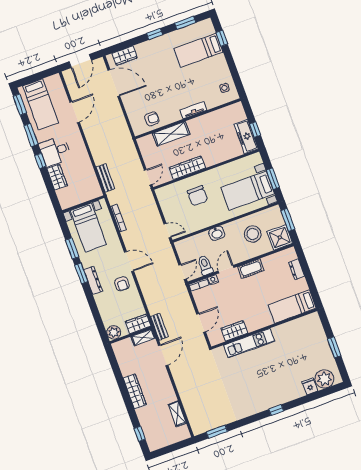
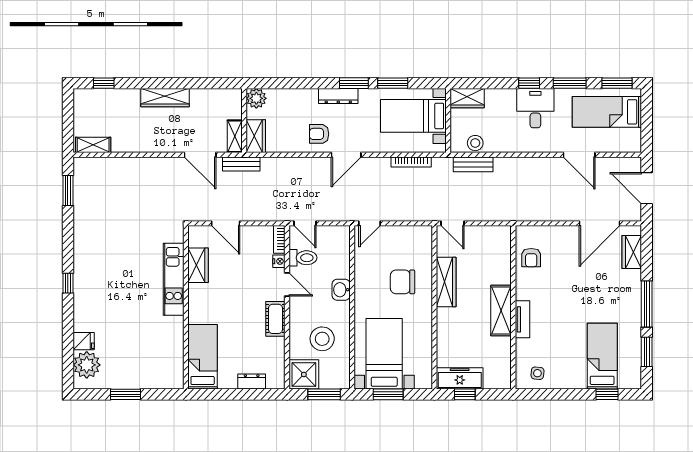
window: (155, 34) -> (647, 304), width x2.17
shelving: (171, 134) -> (501, 310), moved
wardrobe: (57, 177) -> (467, 98), moved
stool: (91, 182) -> (475, 143), added
shelving: (177, 414) -> (93, 145), moved

